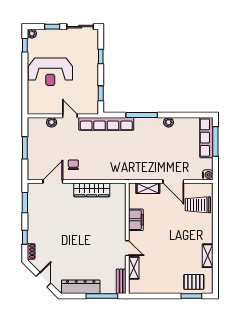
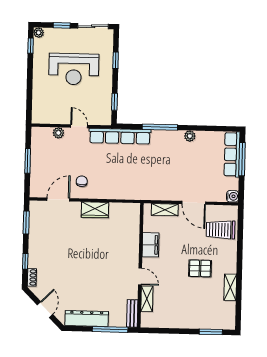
reception desk: (50, 72) -> (74, 69), moved
wardrobe: (92, 190) -> (95, 210), width x0.67
pallet: (194, 282) -> (200, 268), moved

